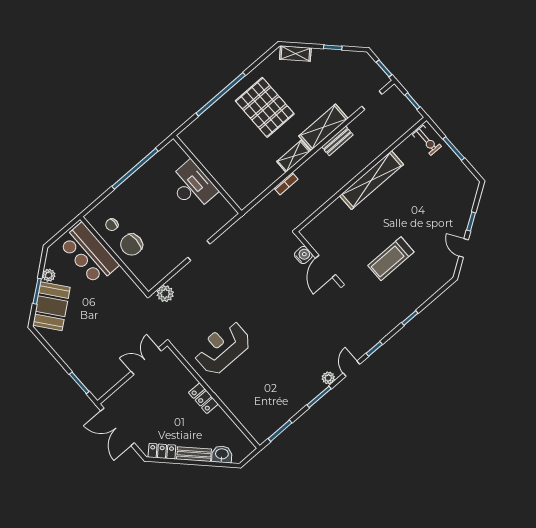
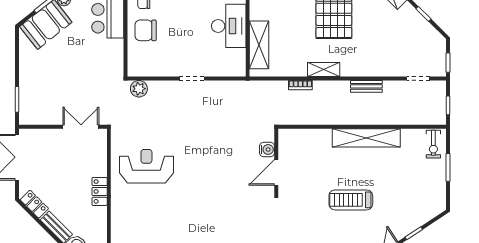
shelving: (323, 127) -> (259, 45), moved, turned 90
treadmill: (391, 259) -> (351, 200), moved

